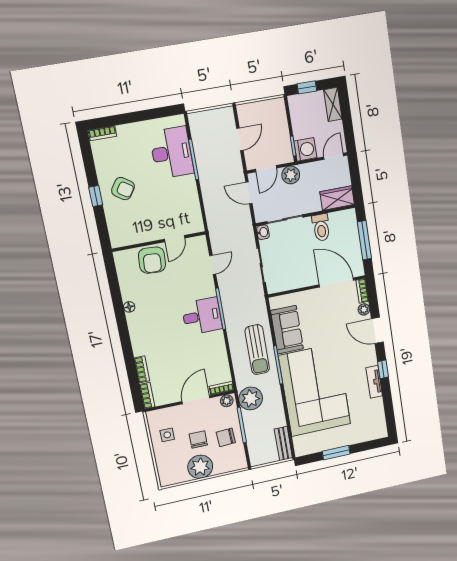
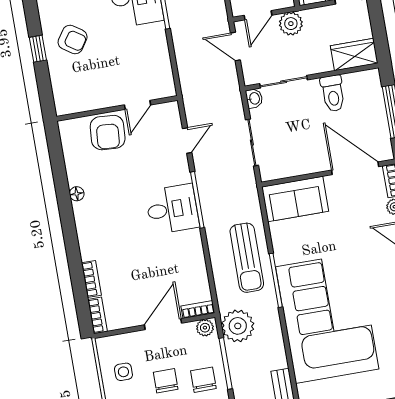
sofa: (287, 330) -> (295, 199), moved, turned 90
chair: (226, 437) -> (203, 380), turned 93

